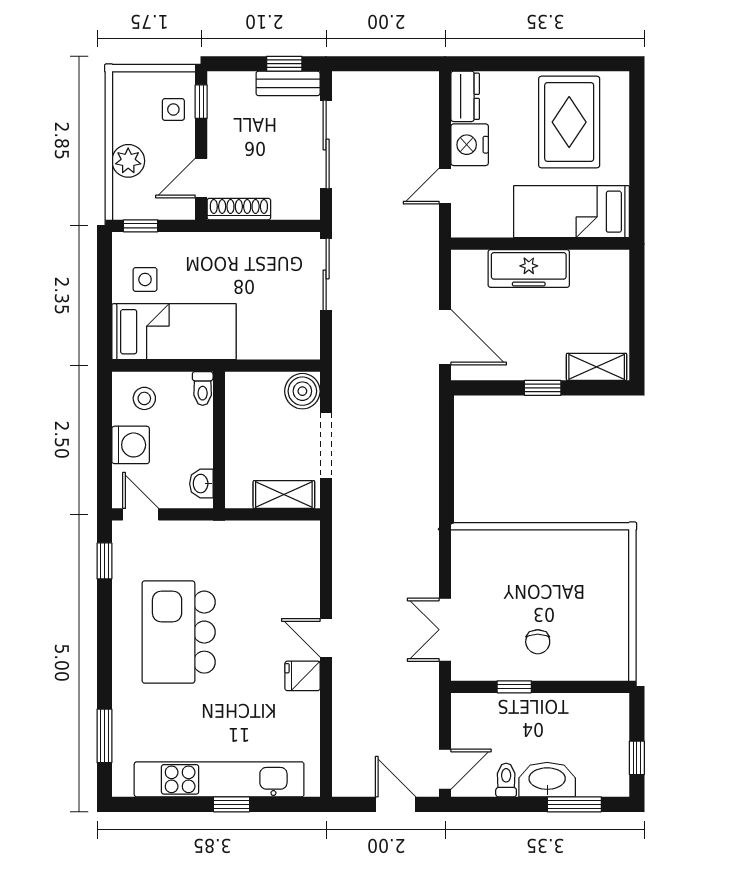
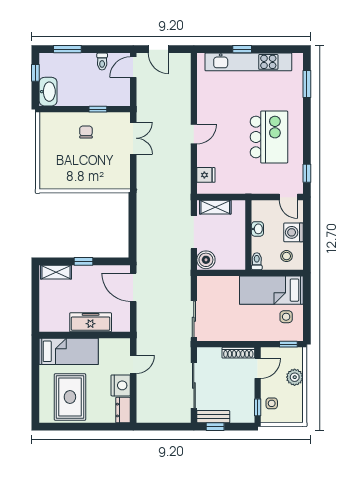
washbasin: (201, 484) -> (257, 229), moved
door: (326, 638) -> (194, 134), hinge flipped
fridge: (302, 676) -> (206, 175), moved
washbasin: (547, 780) -> (48, 92), moved, turned -90

